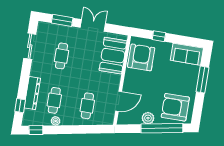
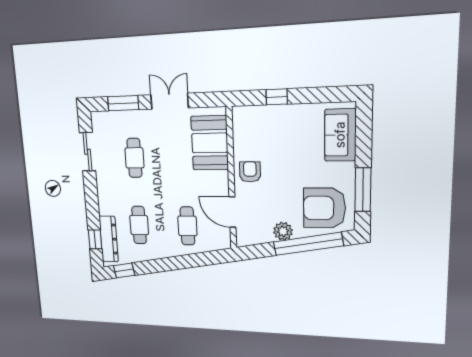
sofa: (187, 54) -> (340, 135), moved, turned 90
armchair: (141, 57) -> (250, 172), moved, width x0.53, depth x0.53
window: (203, 80) -> (363, 190), moved
dresser: (32, 93) -> (109, 239), moved
door: (119, 101) -> (232, 212), swing flipped
plant: (56, 121) -> (148, 254), removed

